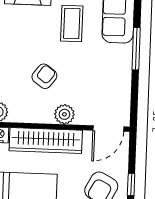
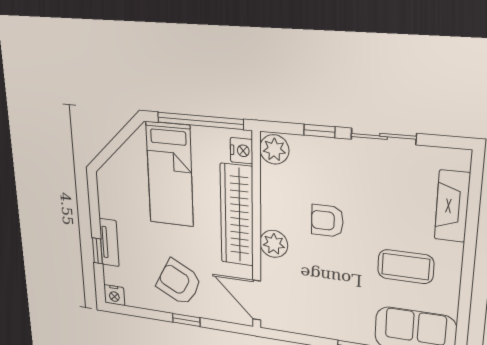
armchair: (44, 76) -> (327, 221), turned 143

